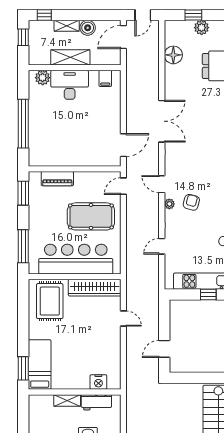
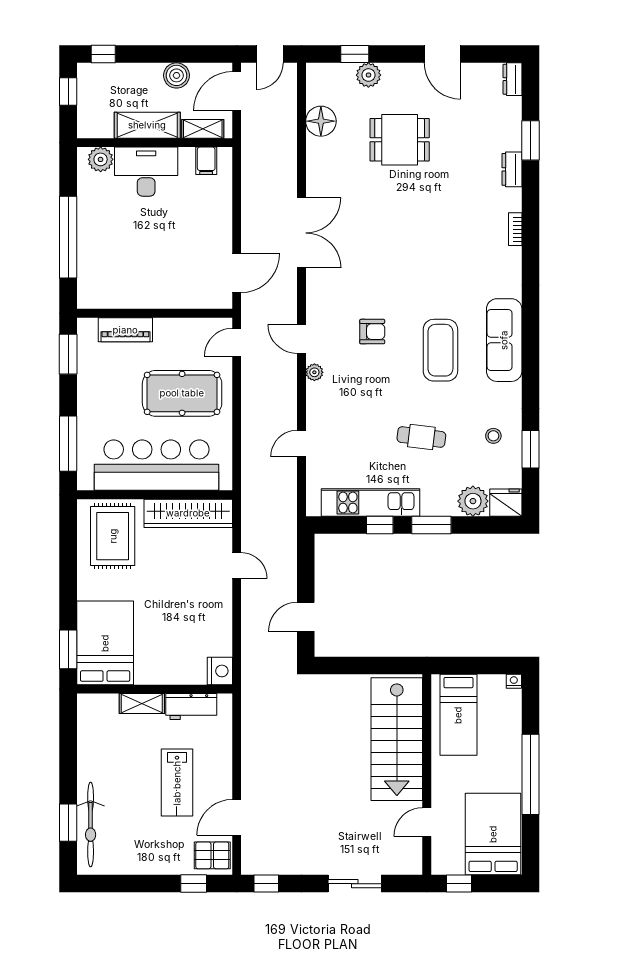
shelving: (67, 26) -> (203, 129), moved
armchair: (191, 202) -> (372, 332), moved, turned 75
bed: (40, 364) -> (105, 643), width x1.50
nightstand: (98, 382) -> (220, 671), moved, turned -90

